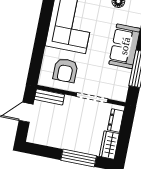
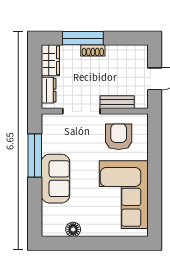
bench: (49, 97) -> (117, 102), moved
shoe rack: (72, 146) -> (93, 50), added

